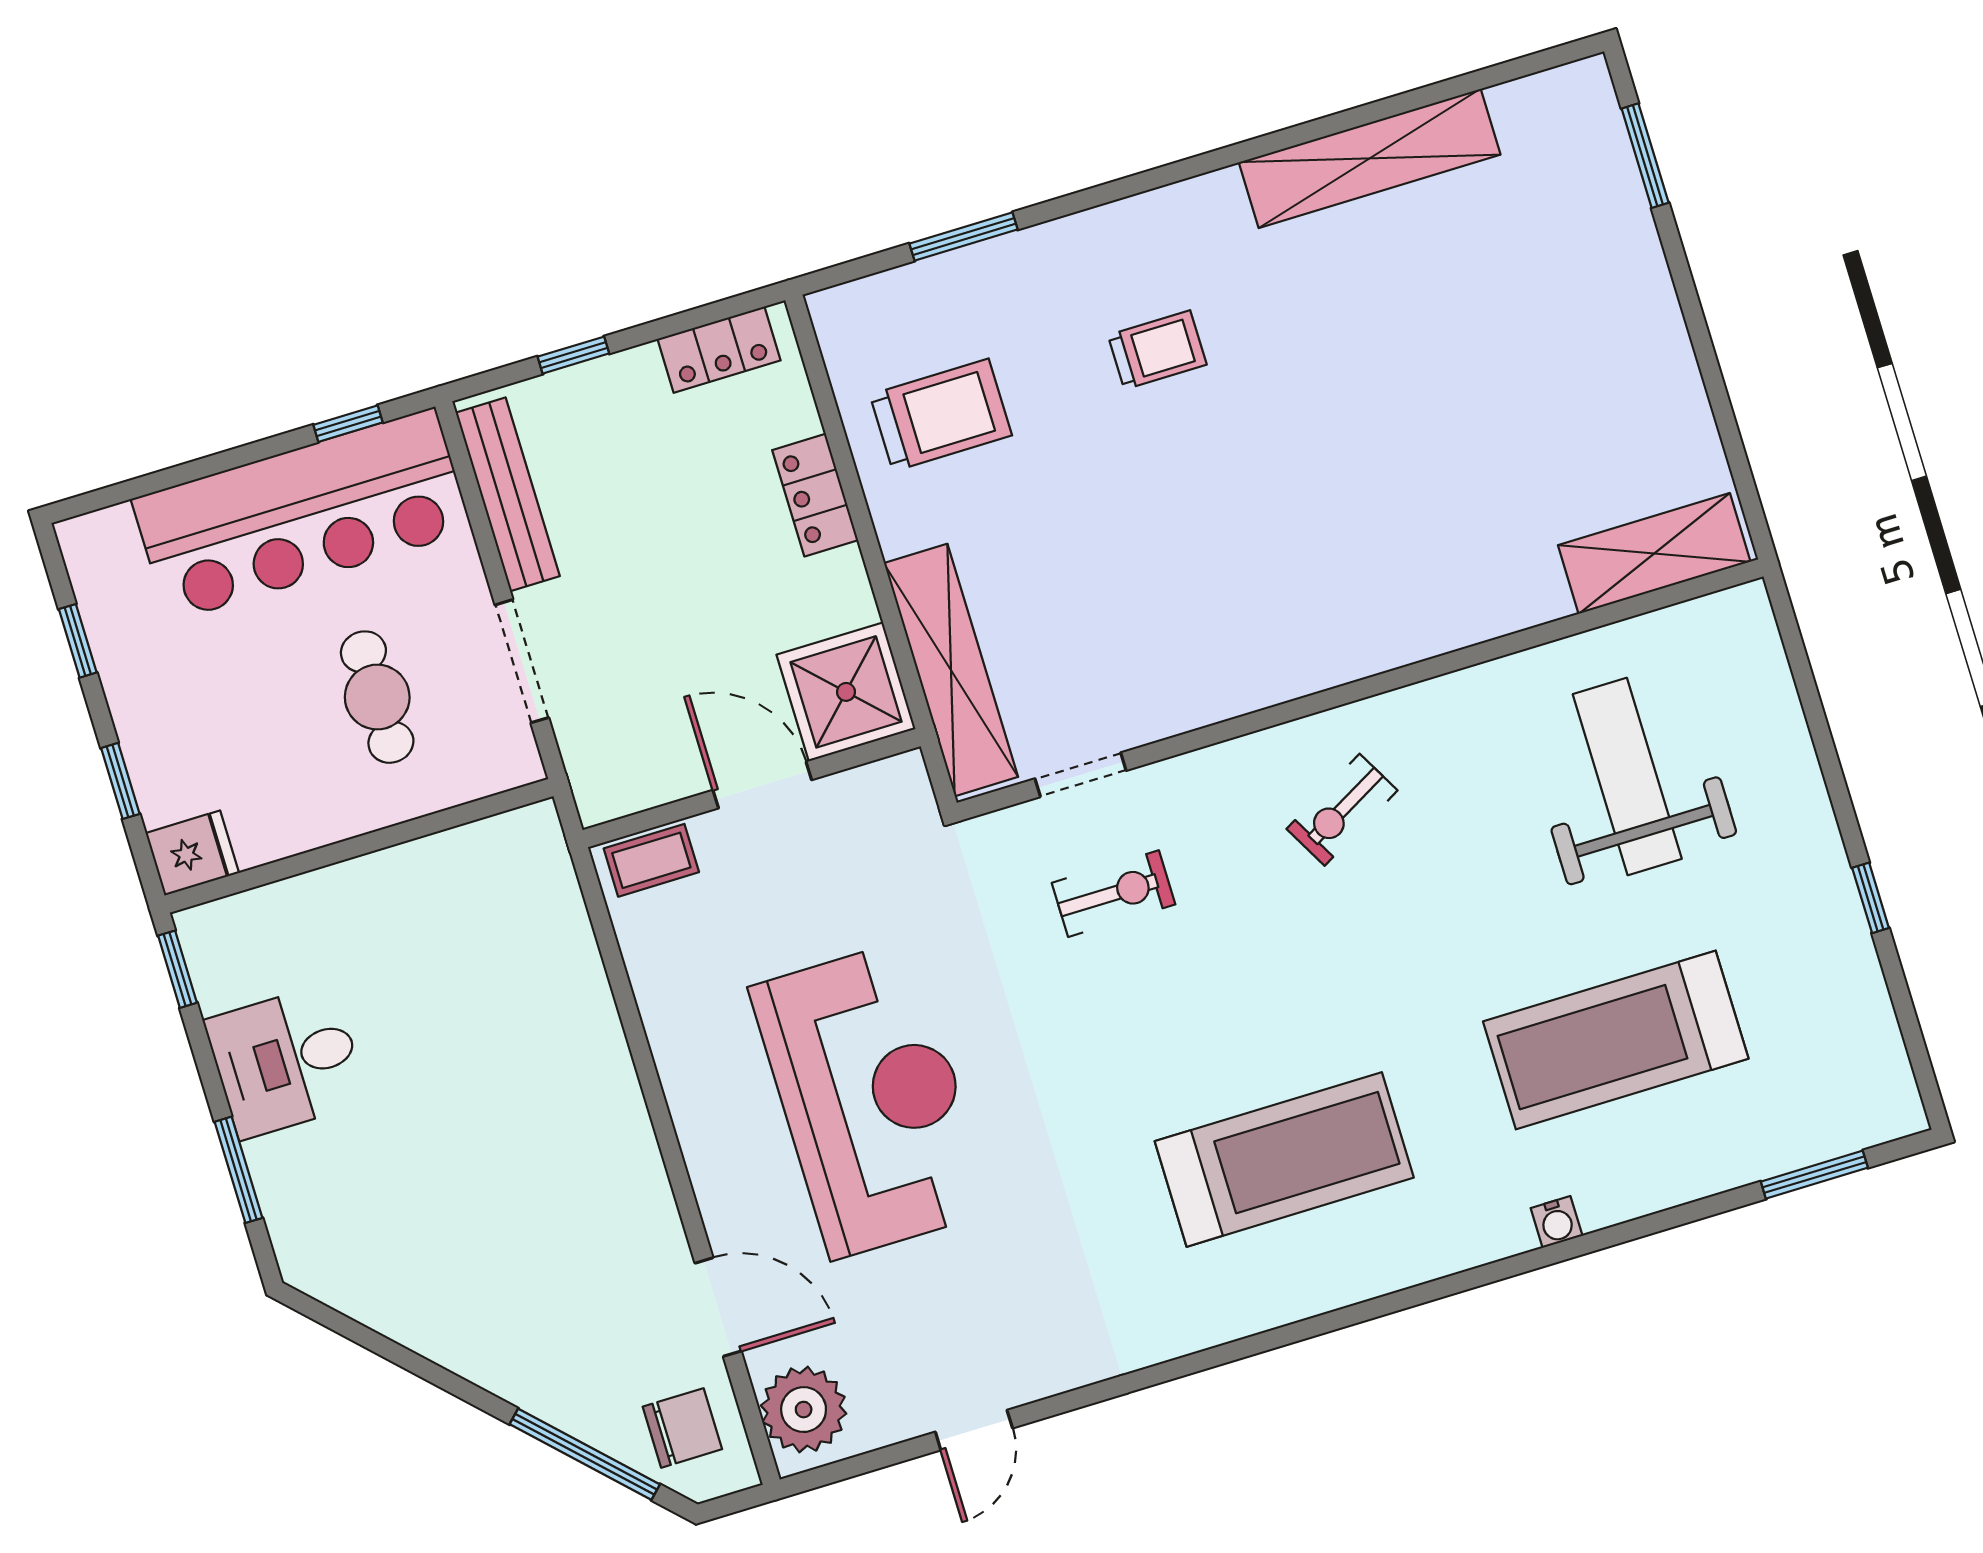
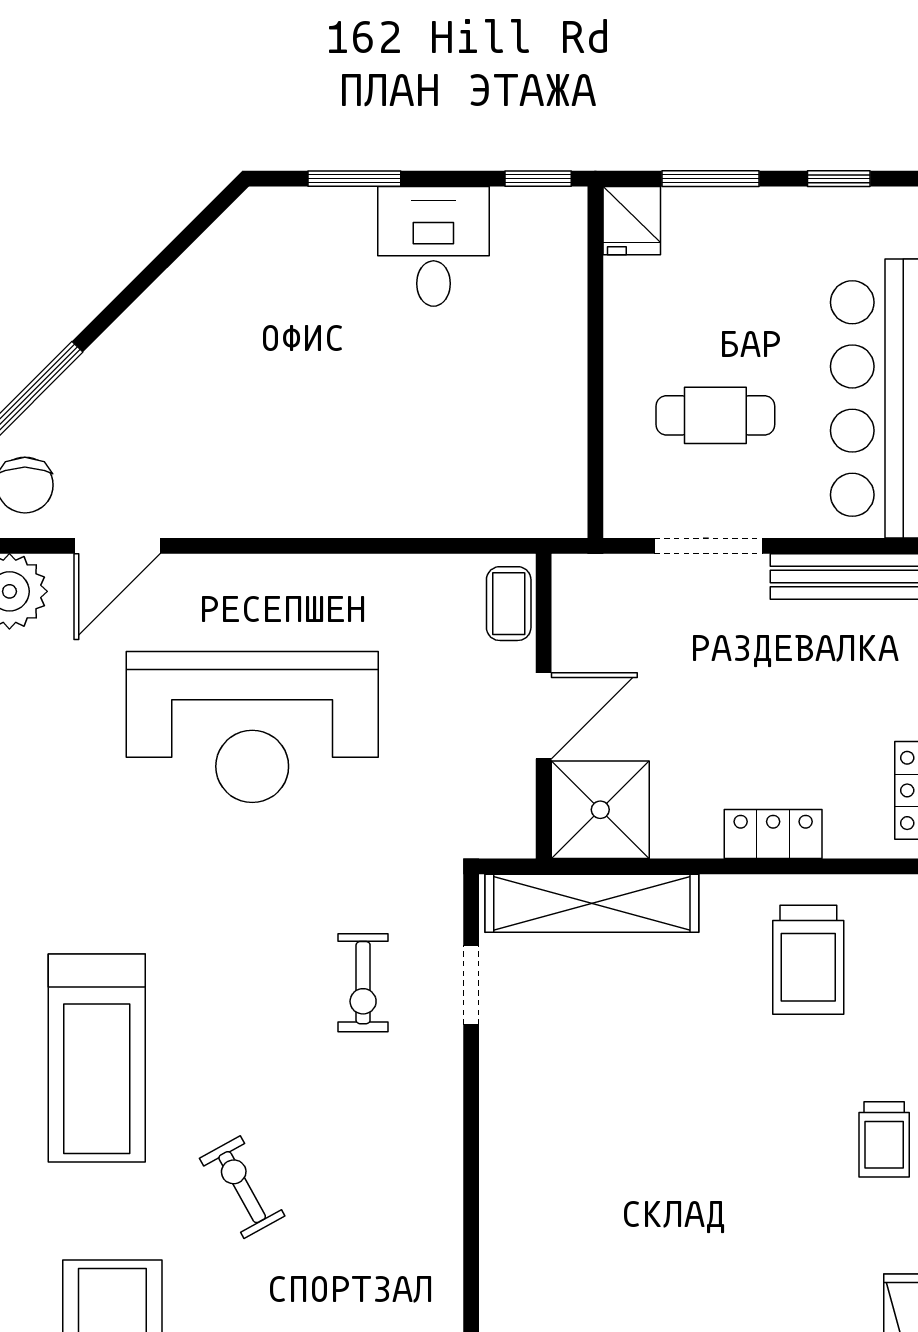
trolley: (1157, 350) -> (884, 1139), moved
window: (120, 781) -> (710, 179), width x1.50
exercise bike: (1342, 810) -> (242, 1187), moved

